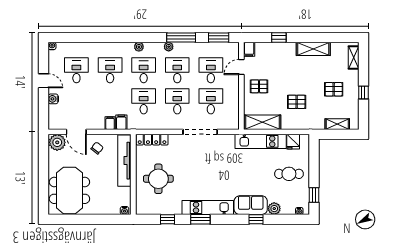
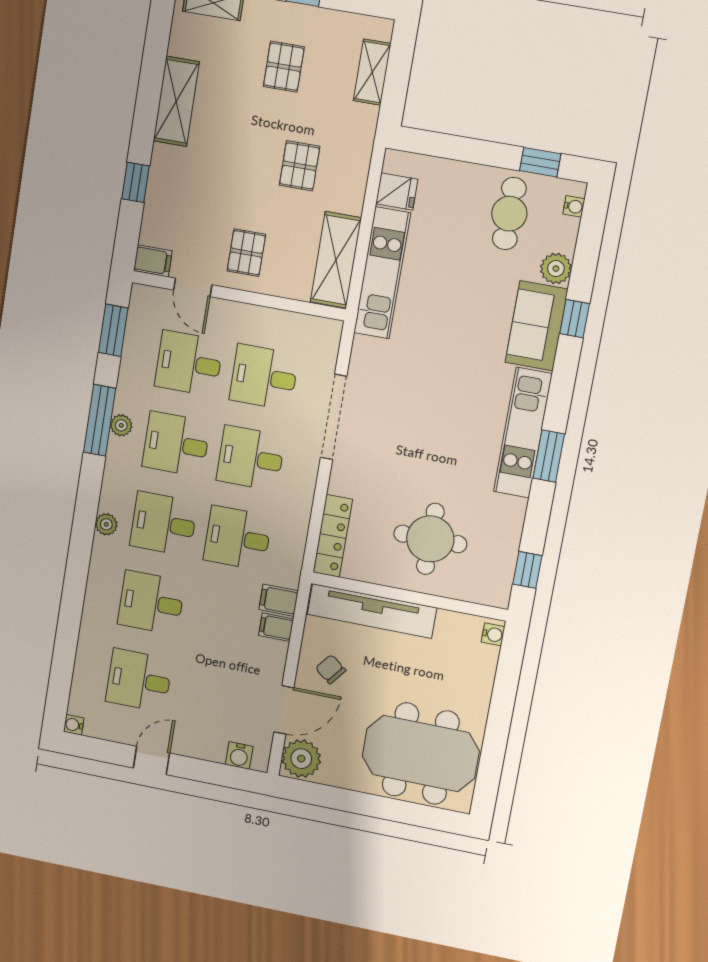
plant: (169, 47) -> (121, 425), moved
water cooler: (53, 99) -> (239, 756), moved
cafe table: (289, 174) -> (509, 214), moved
window: (167, 219) -> (527, 570), moved

